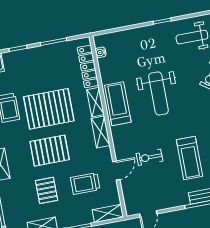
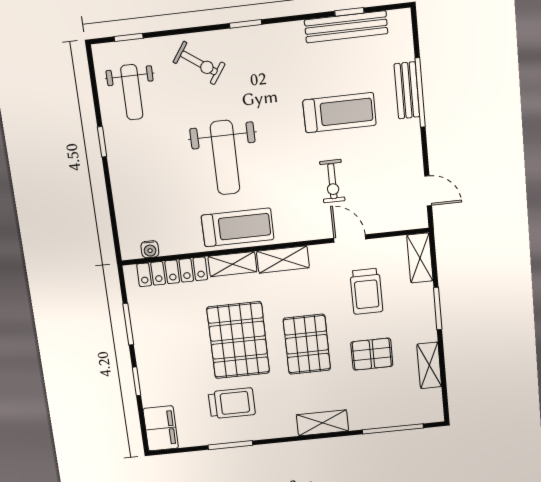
weight bench: (158, 93) -> (225, 158), turned 90
treadmill: (118, 104) -> (238, 227), turned 180

